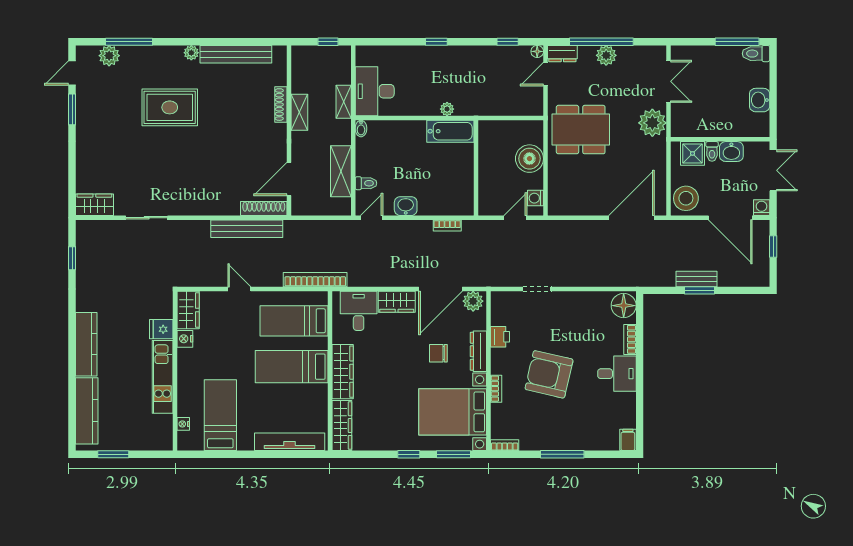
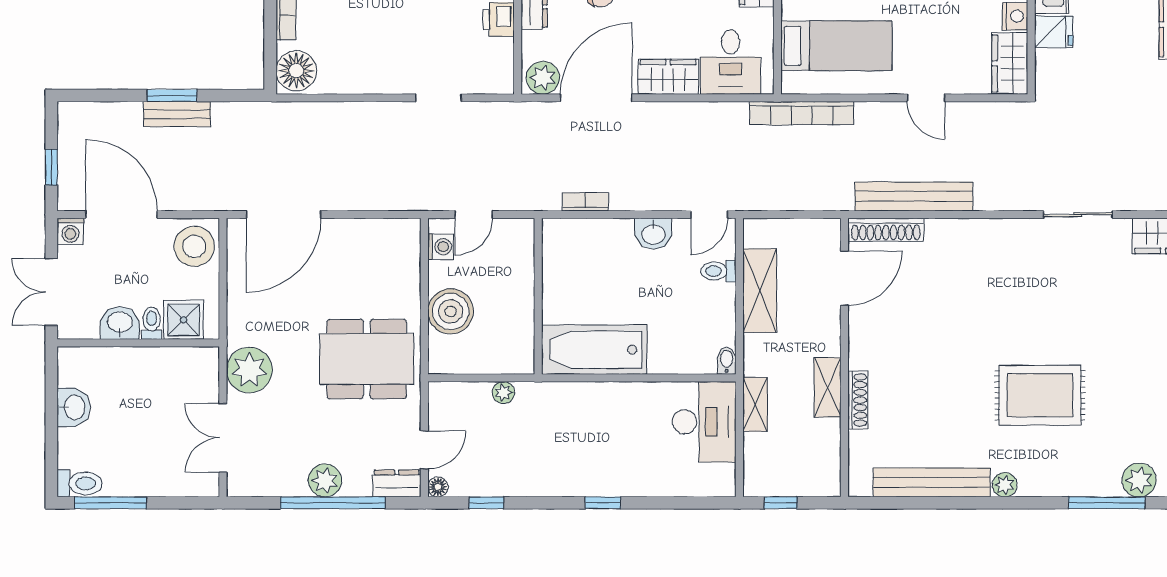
plant: (447, 109) -> (503, 393), moved
bathtub: (450, 131) -> (594, 350), width x1.36, depth x1.36

